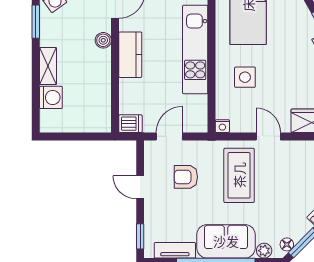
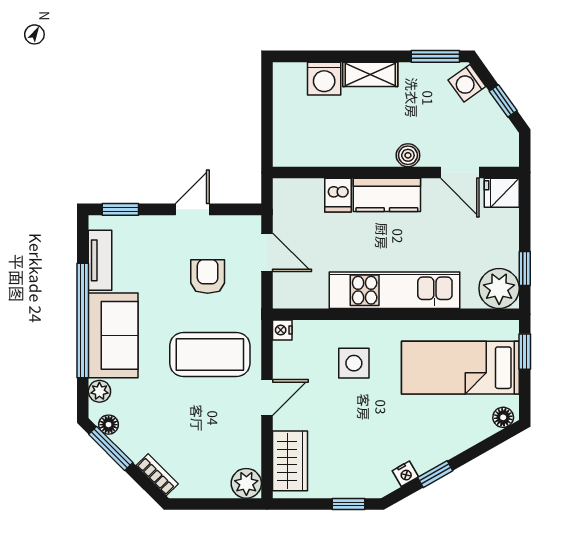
dishwasher: (130, 124) -> (338, 195), moved

